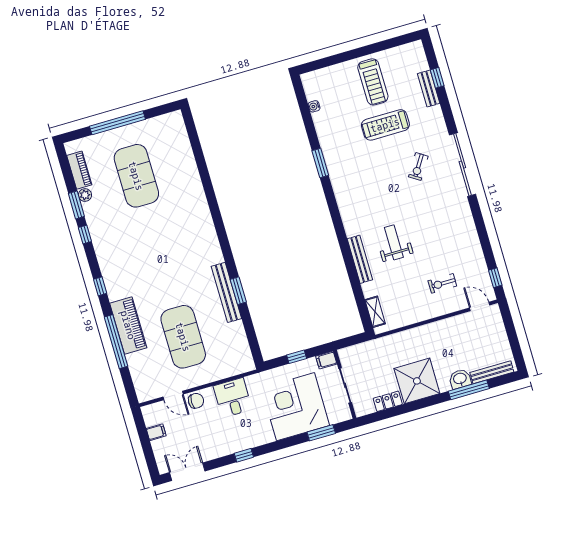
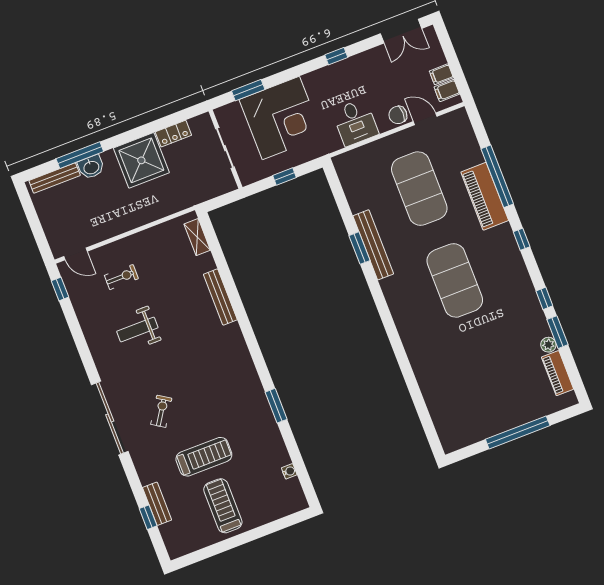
exercise mat: (136, 176) -> (455, 280), moved
weight bench: (394, 242) -> (137, 329), moved, turned 90
filing cabinet: (326, 360) -> (447, 90), moved, turned 180

